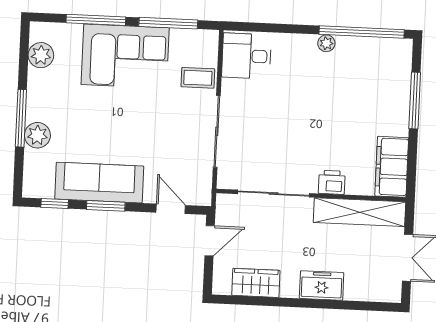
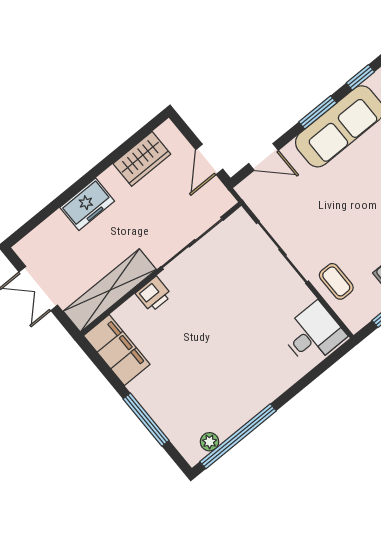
plant: (326, 43) -> (210, 442), moved
coffee table: (198, 78) -> (336, 281), turned 90

